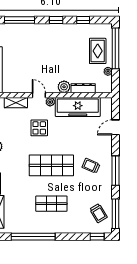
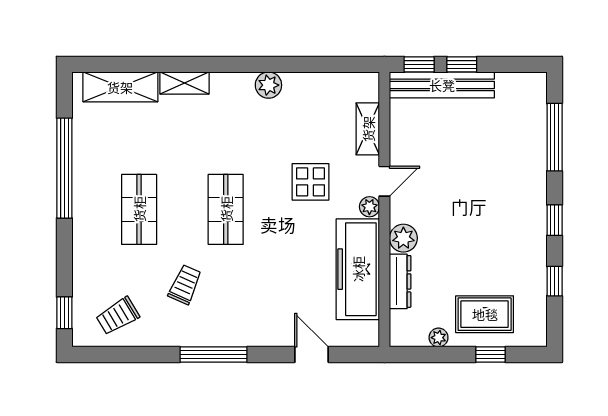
window: (115, 48) -> (490, 354), width x0.32
shop shelf: (51, 165) -> (226, 209), width x0.70, depth x0.74
trolley: (91, 166) -> (185, 285), moved
window: (115, 214) -> (116, 354), removed

